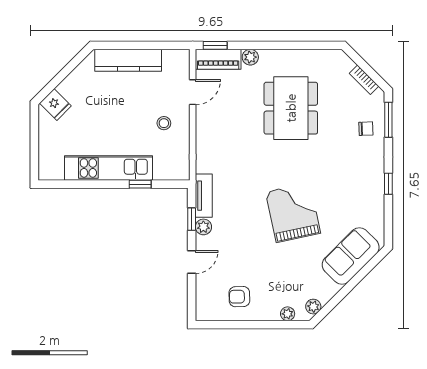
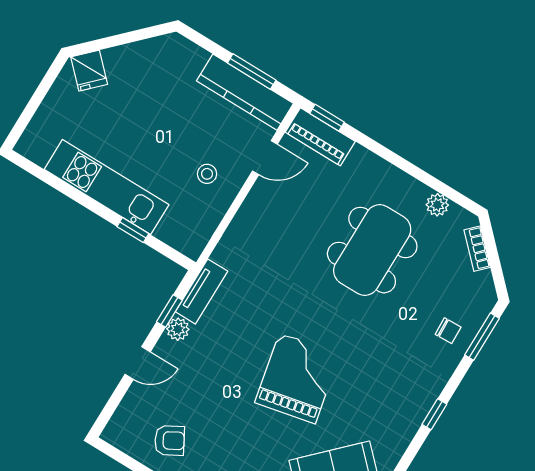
window: (153, 45) -> (252, 72), added
plant: (250, 57) -> (437, 205), moved
kitchen counter: (128, 60) -> (245, 92), moved
bookcase: (364, 80) -> (477, 249), moved
armchair: (239, 297) -> (170, 440), turned 152

